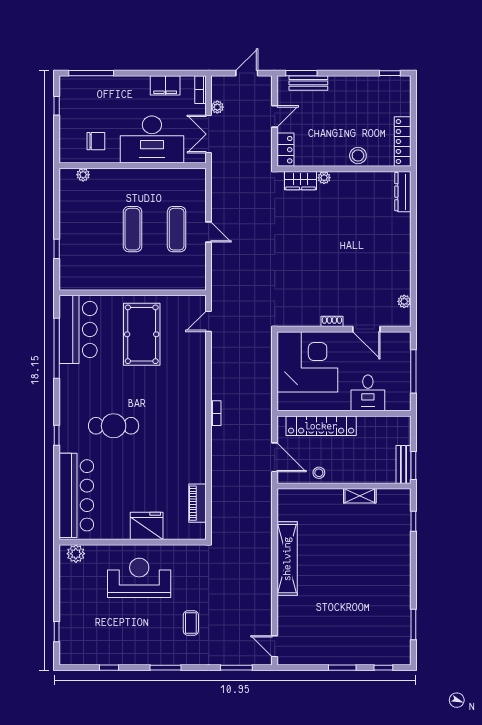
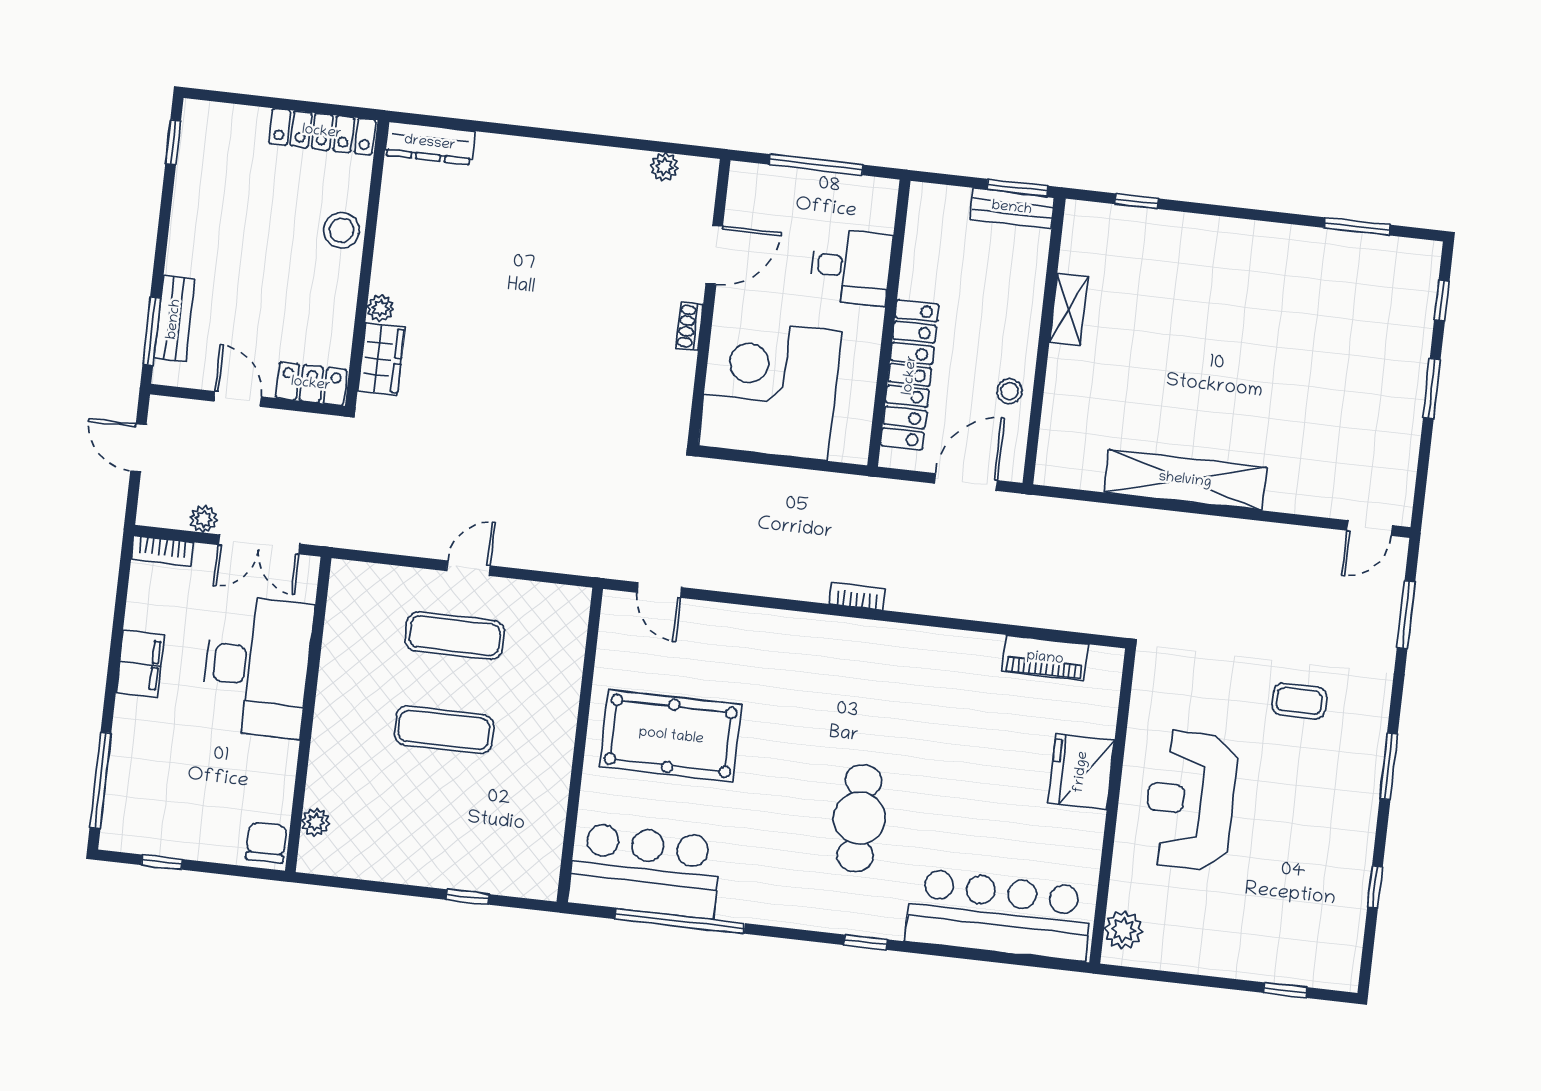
filing cabinet: (165, 85) -> (140, 664), moved
chair: (96, 141) -> (266, 842), moved

